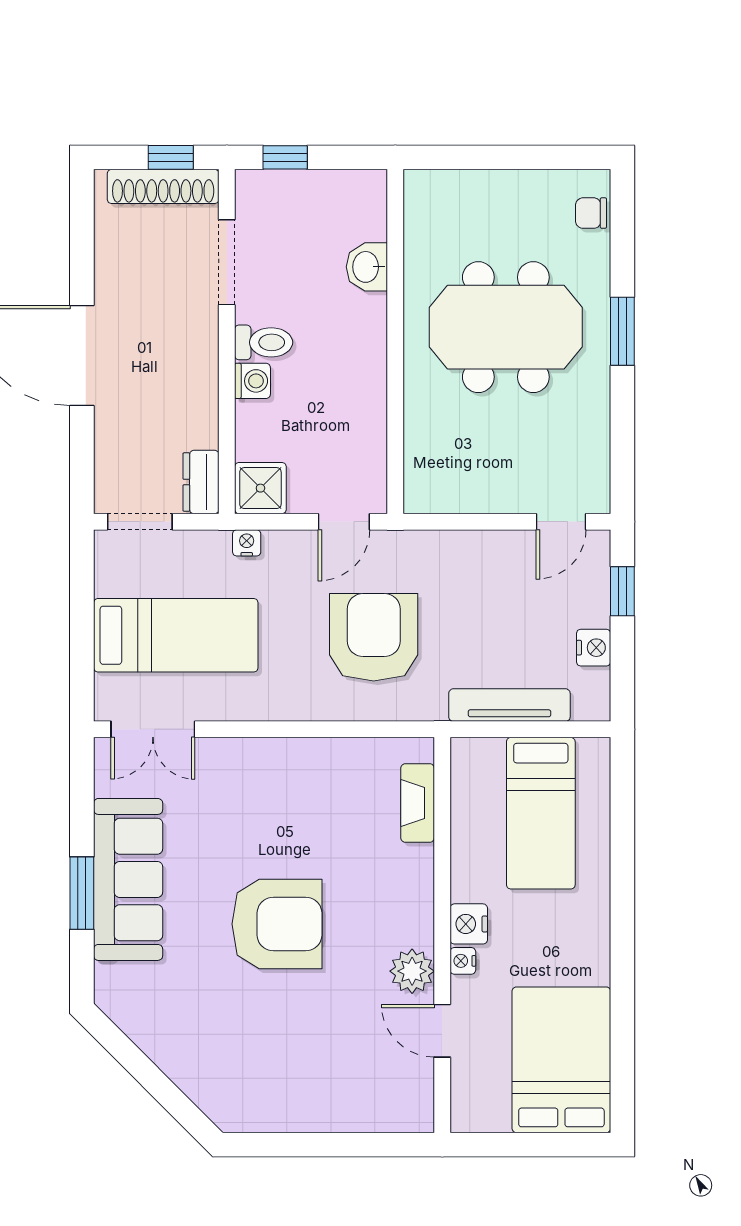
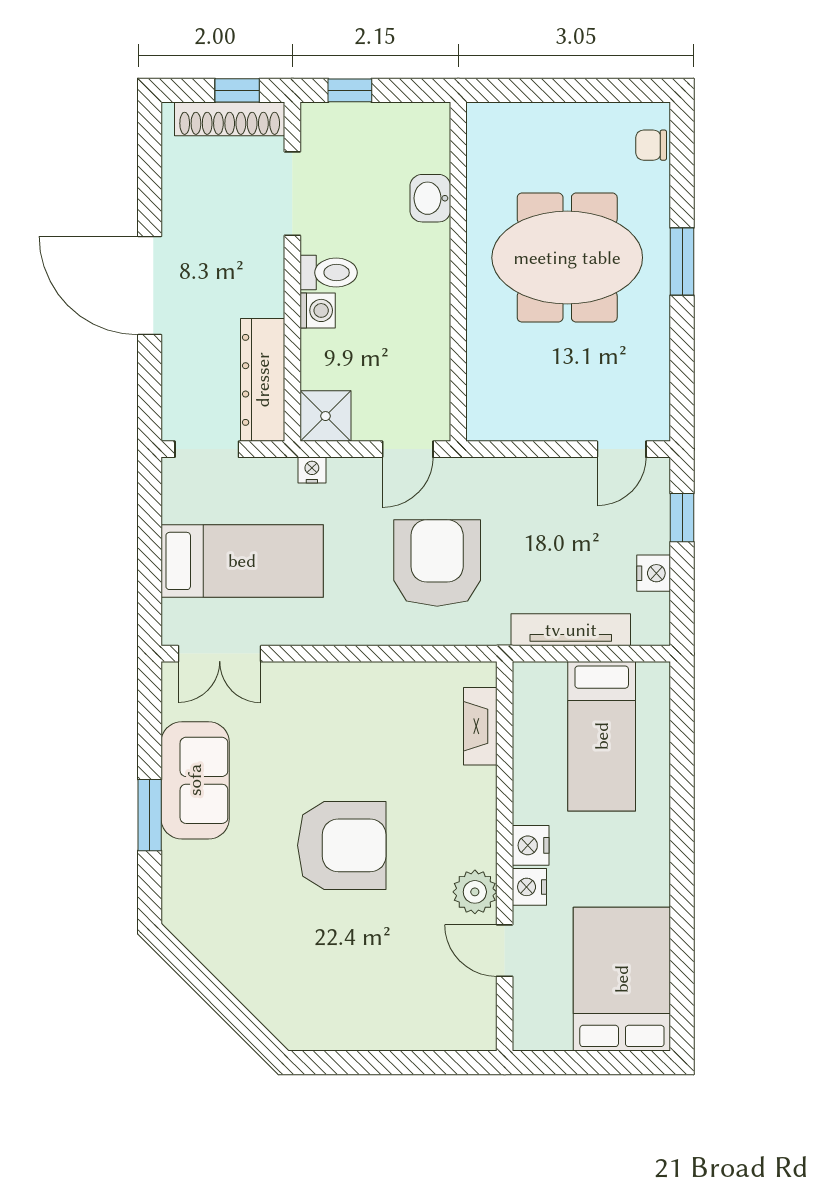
dresser: (201, 482) -> (263, 380), width x1.96, depth x1.24
sofa: (128, 879) -> (195, 780), width x0.73
nightstand: (463, 961) -> (529, 887), width x1.39, depth x1.35

